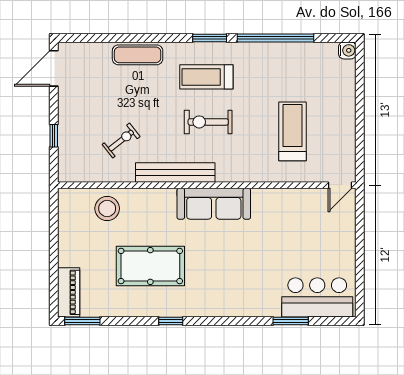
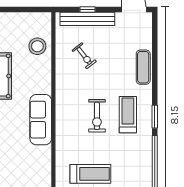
exercise bike: (208, 122) -> (97, 116), turned 180
bench: (175, 172) -> (87, 19), moved, turned 90

